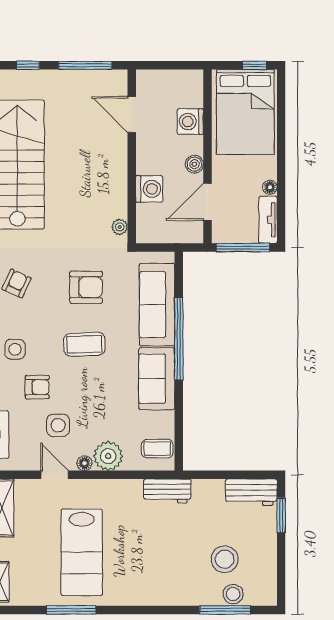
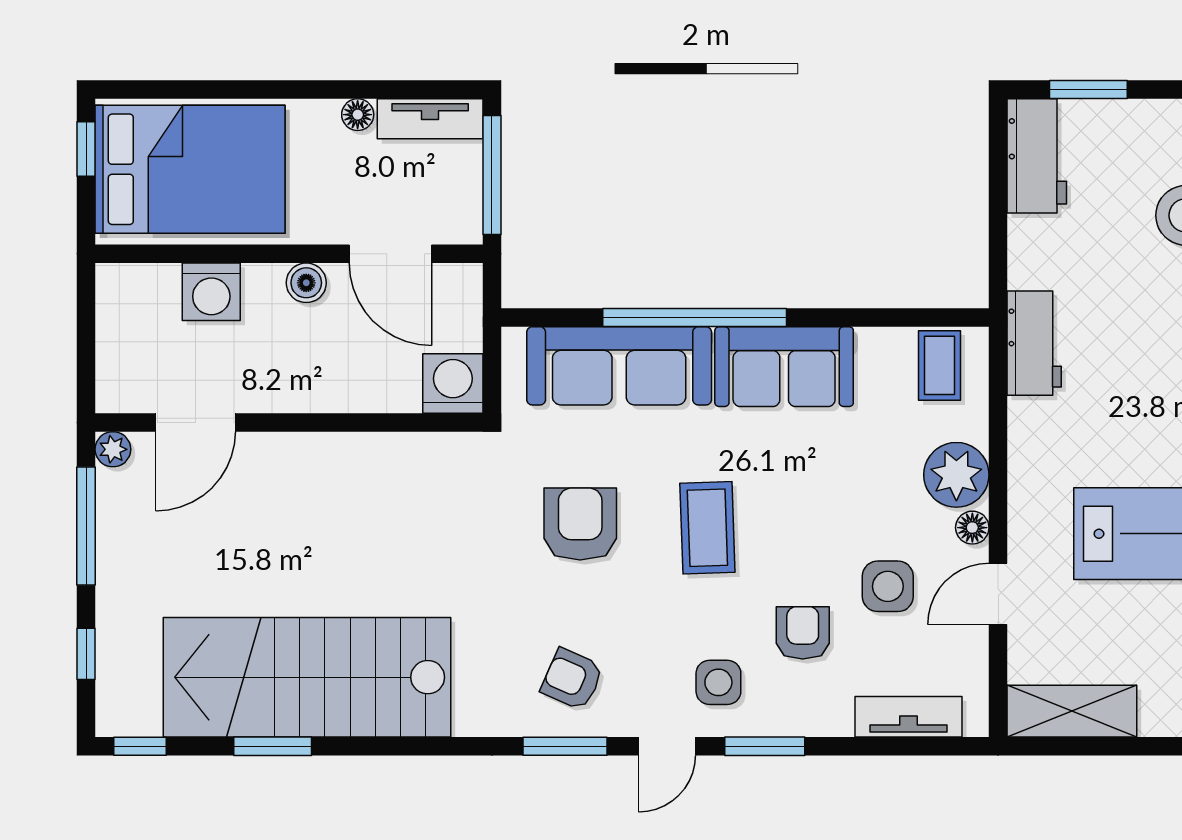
washing machine: (149, 189) -> (453, 383), moved
plant: (120, 227) -> (113, 449), moved

